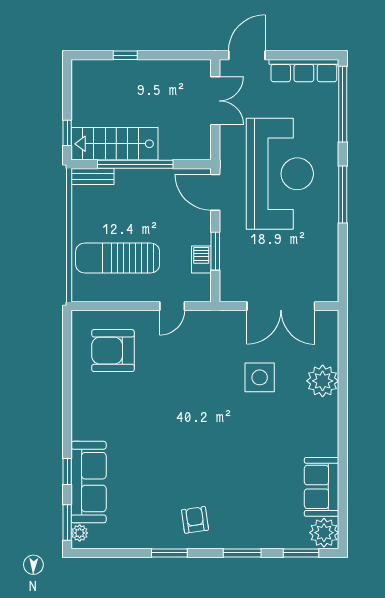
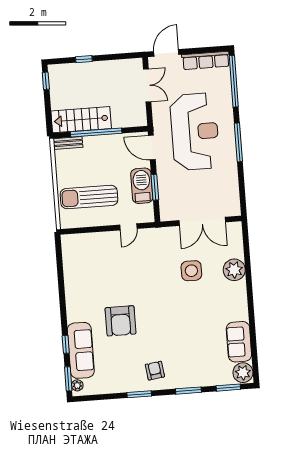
window: (67, 133) -> (46, 81), moved
barbecue: (201, 260) -> (142, 186), width x1.88, depth x1.53
armchair: (113, 351) -> (121, 321), moved, turned -90

